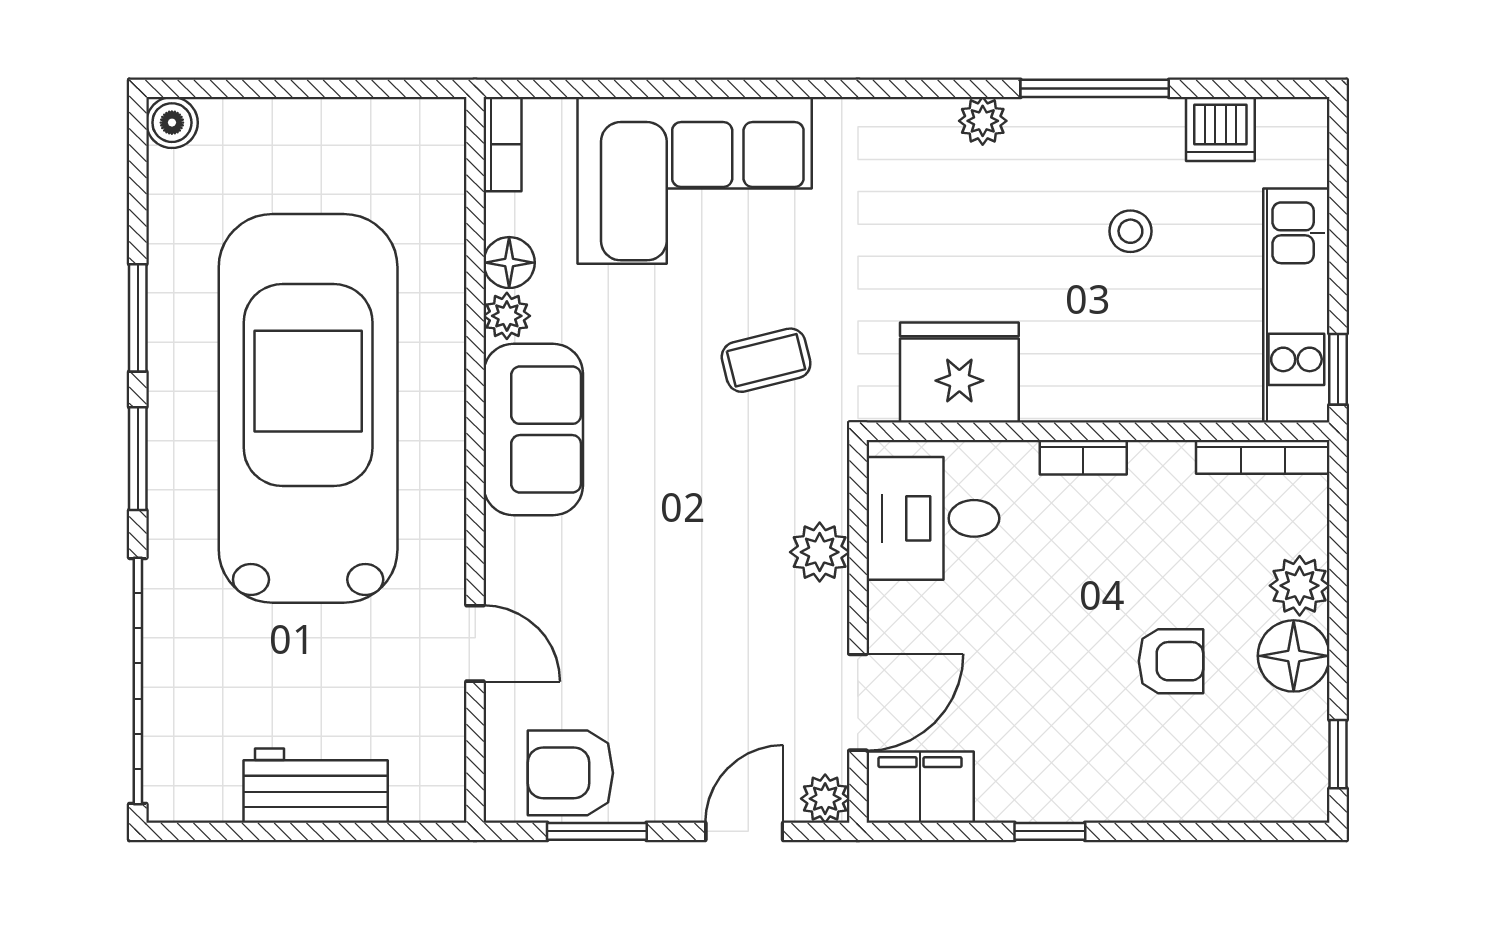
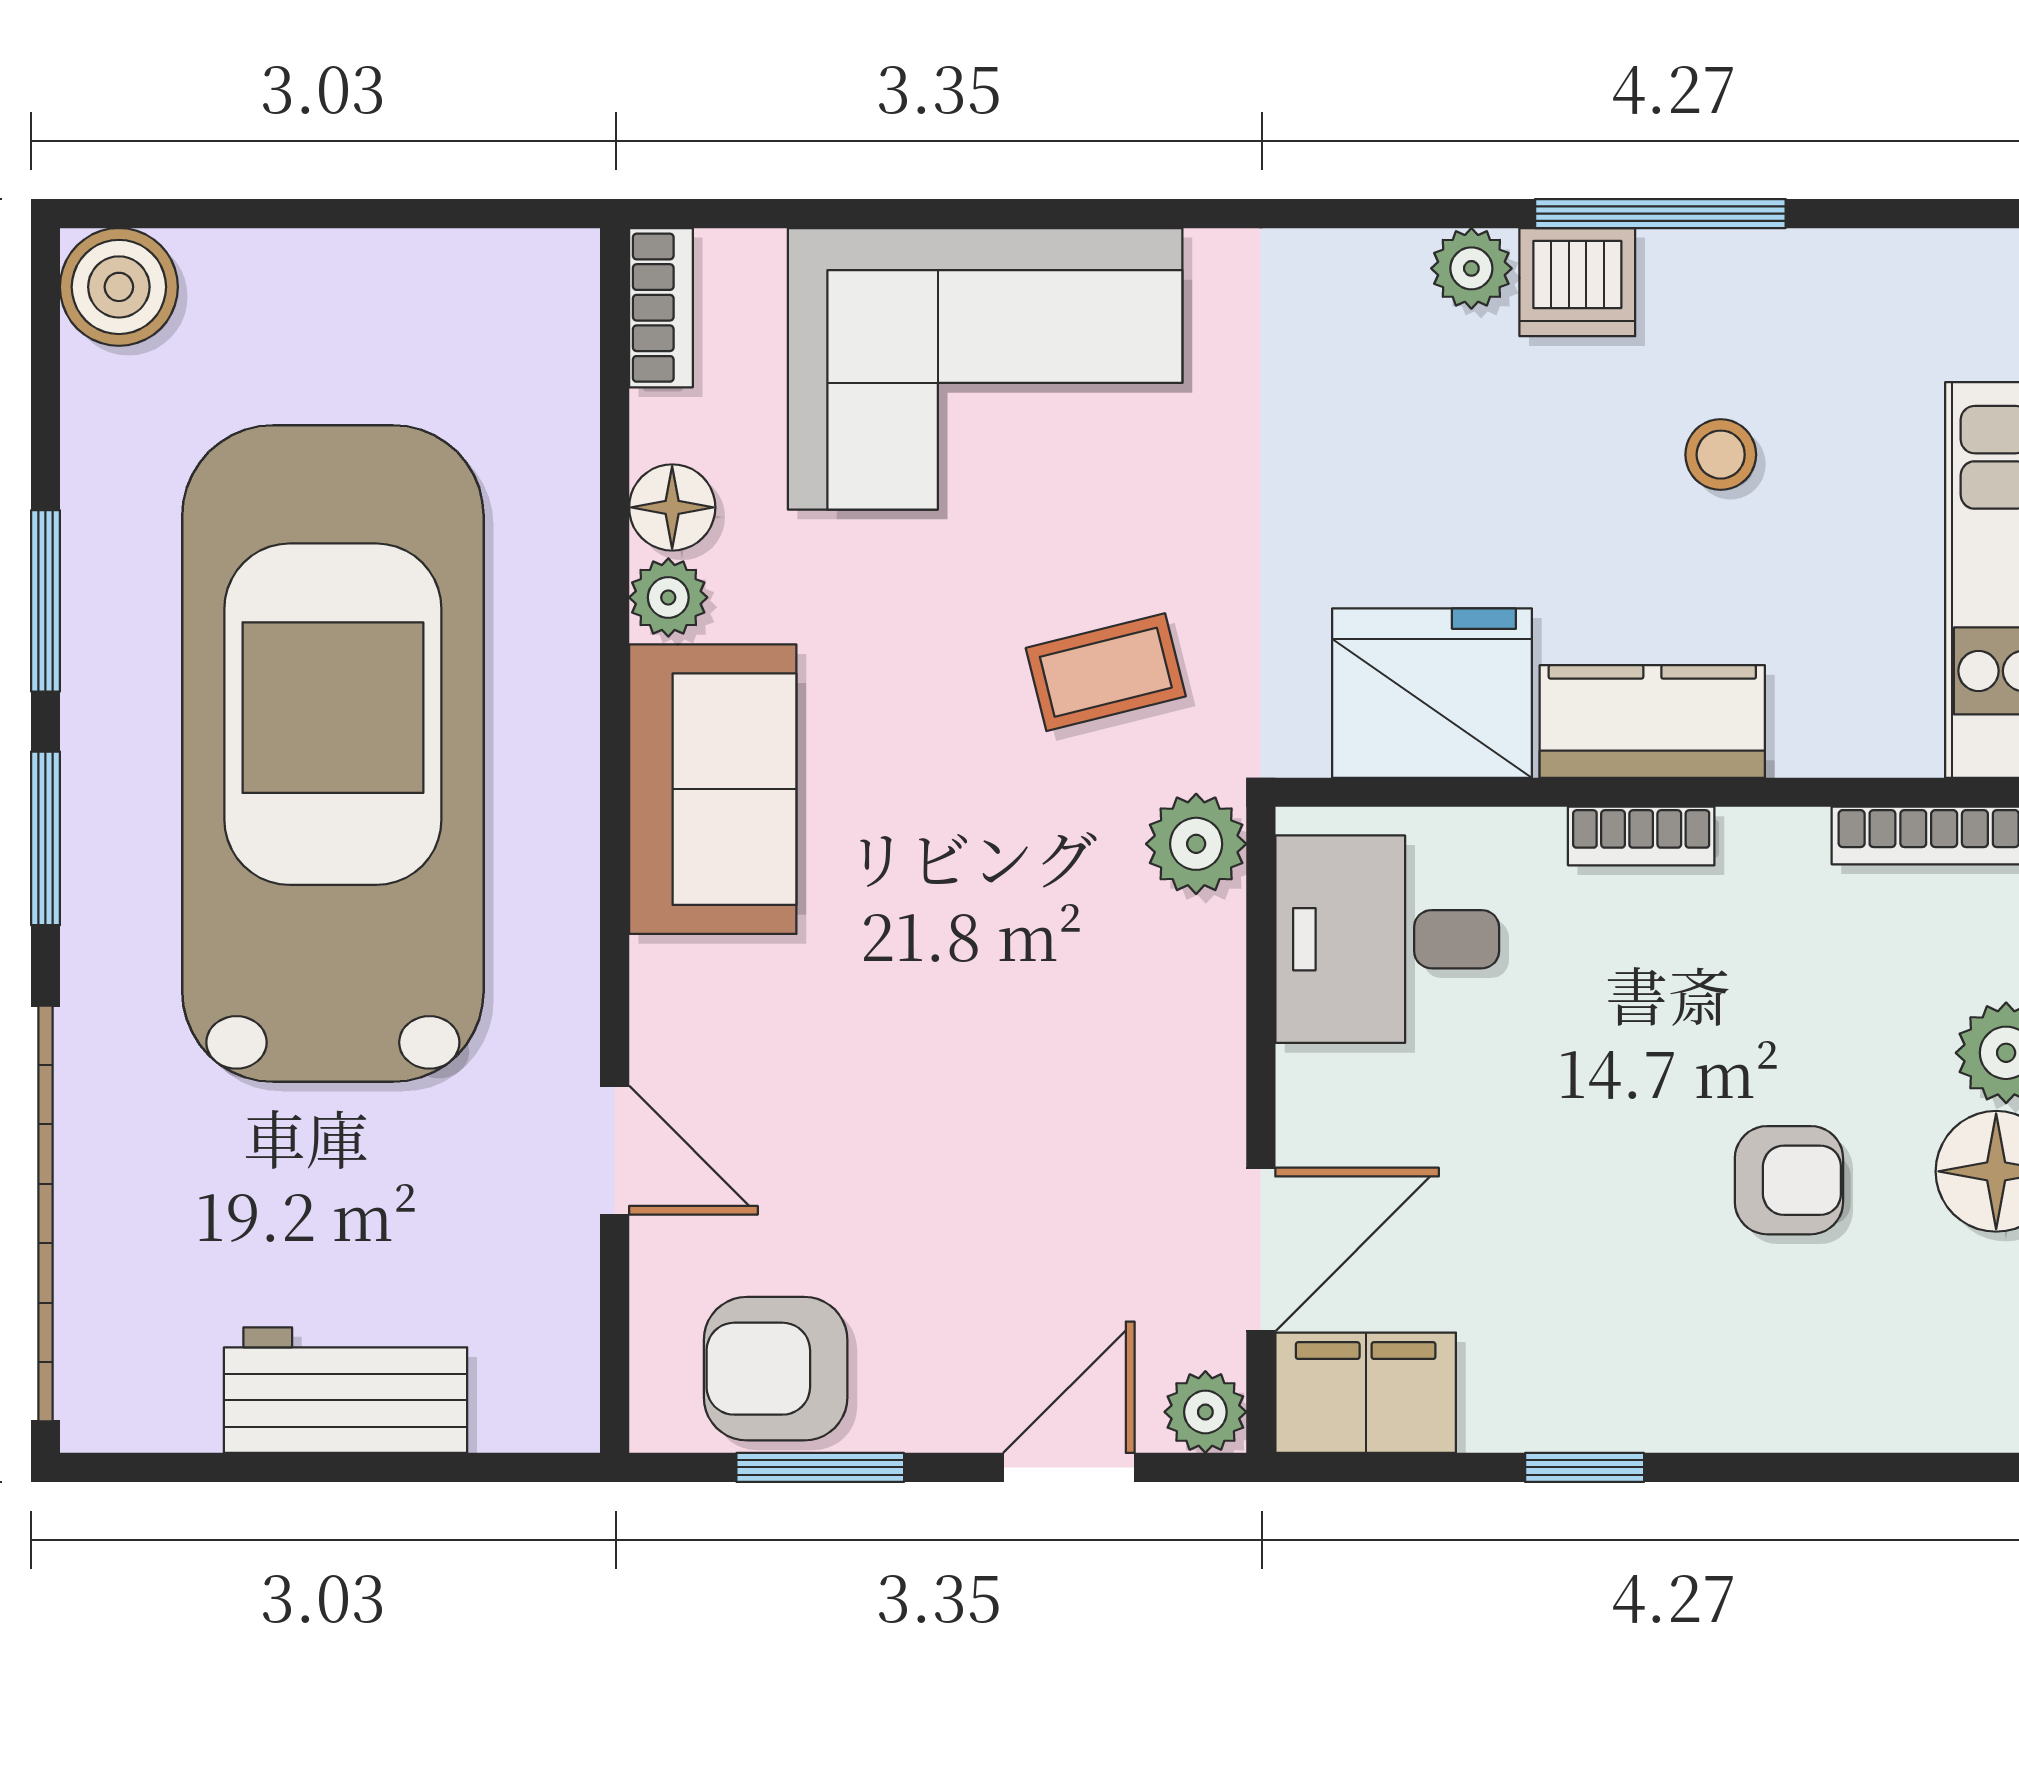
boiler: (172, 123) -> (119, 287), width x1.36, depth x1.36
dishwasher: (1220, 129) -> (1577, 282), moved
kitchen counter: (1090, 389) -> (1652, 721), added
plant: (820, 552) -> (1196, 844), moved

